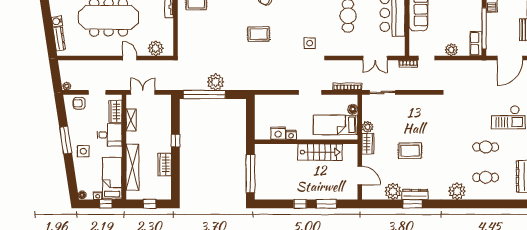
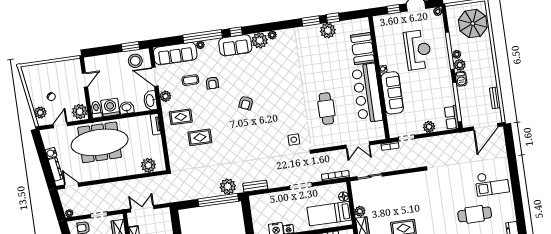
rug: (259, 34) -> (200, 137), moved
door: (130, 58) -> (72, 186), moved
plant: (215, 82) -> (228, 187), moved
bench: (263, 85) -> (255, 186), added
window: (204, 95) -> (218, 200), moved
cafe table: (486, 147) -> (475, 214), width x1.37, depth x1.35

